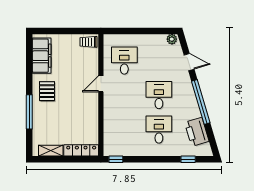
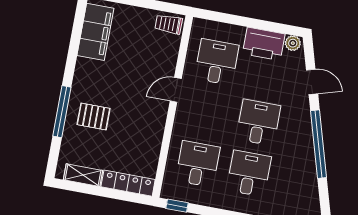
pallet: (47, 91) -> (94, 117), moved, turned 90
desk: (124, 130) -> (198, 164), added
printer: (197, 132) -> (264, 44), moved, turned -74

